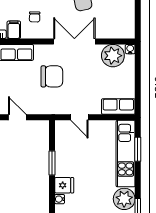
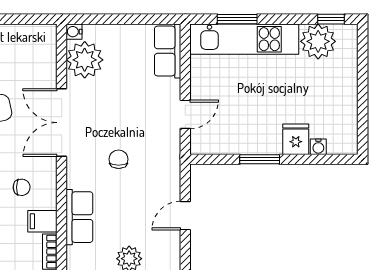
chair: (52, 76) -> (119, 159), width x0.54, depth x0.54

